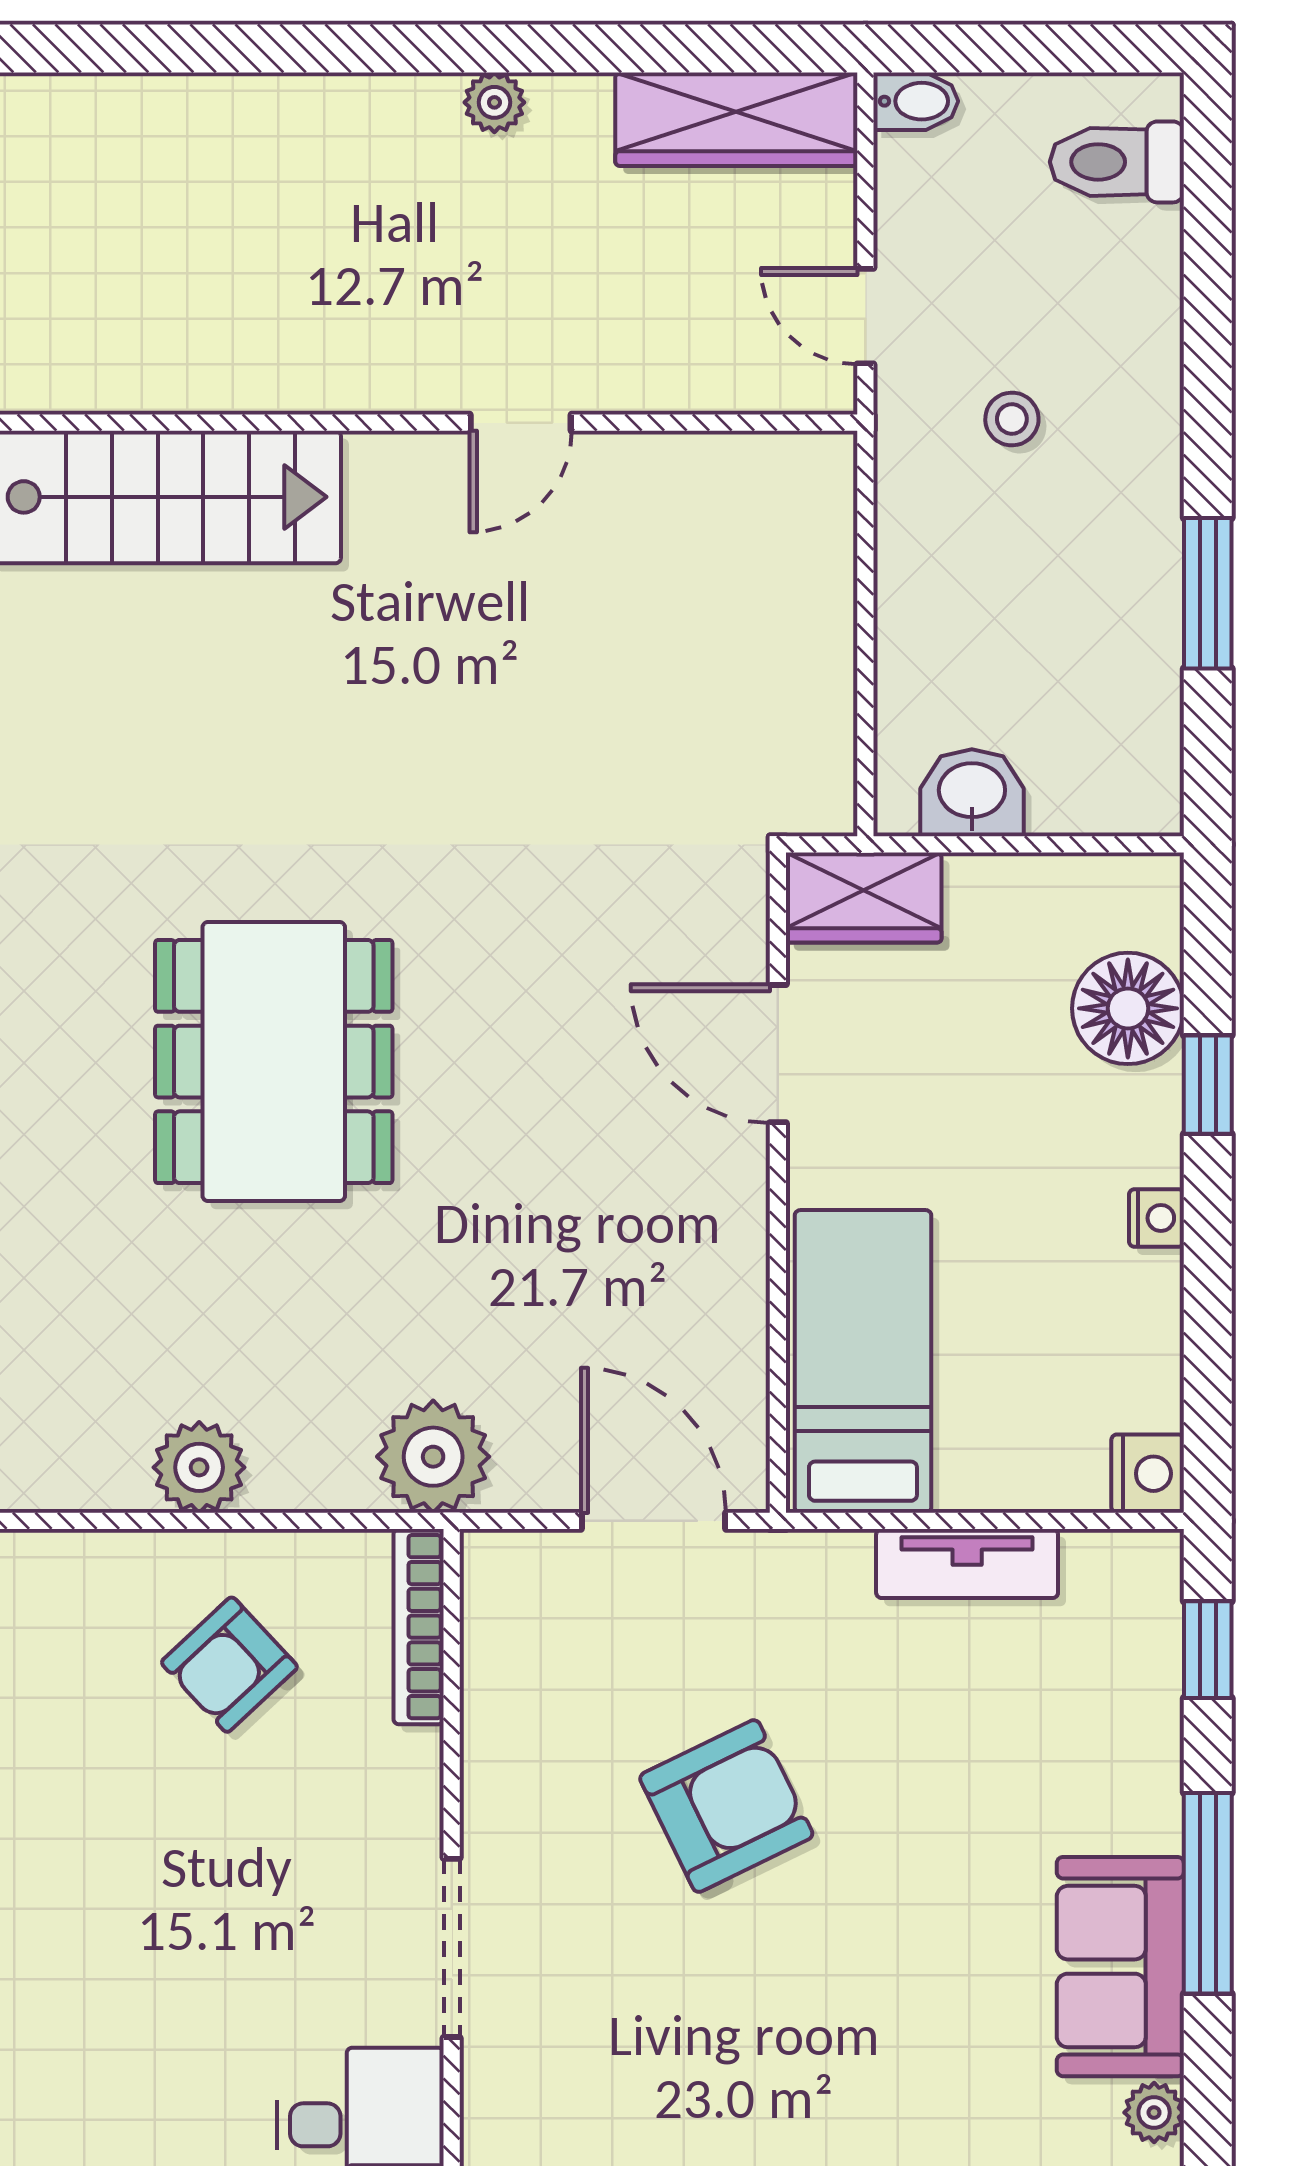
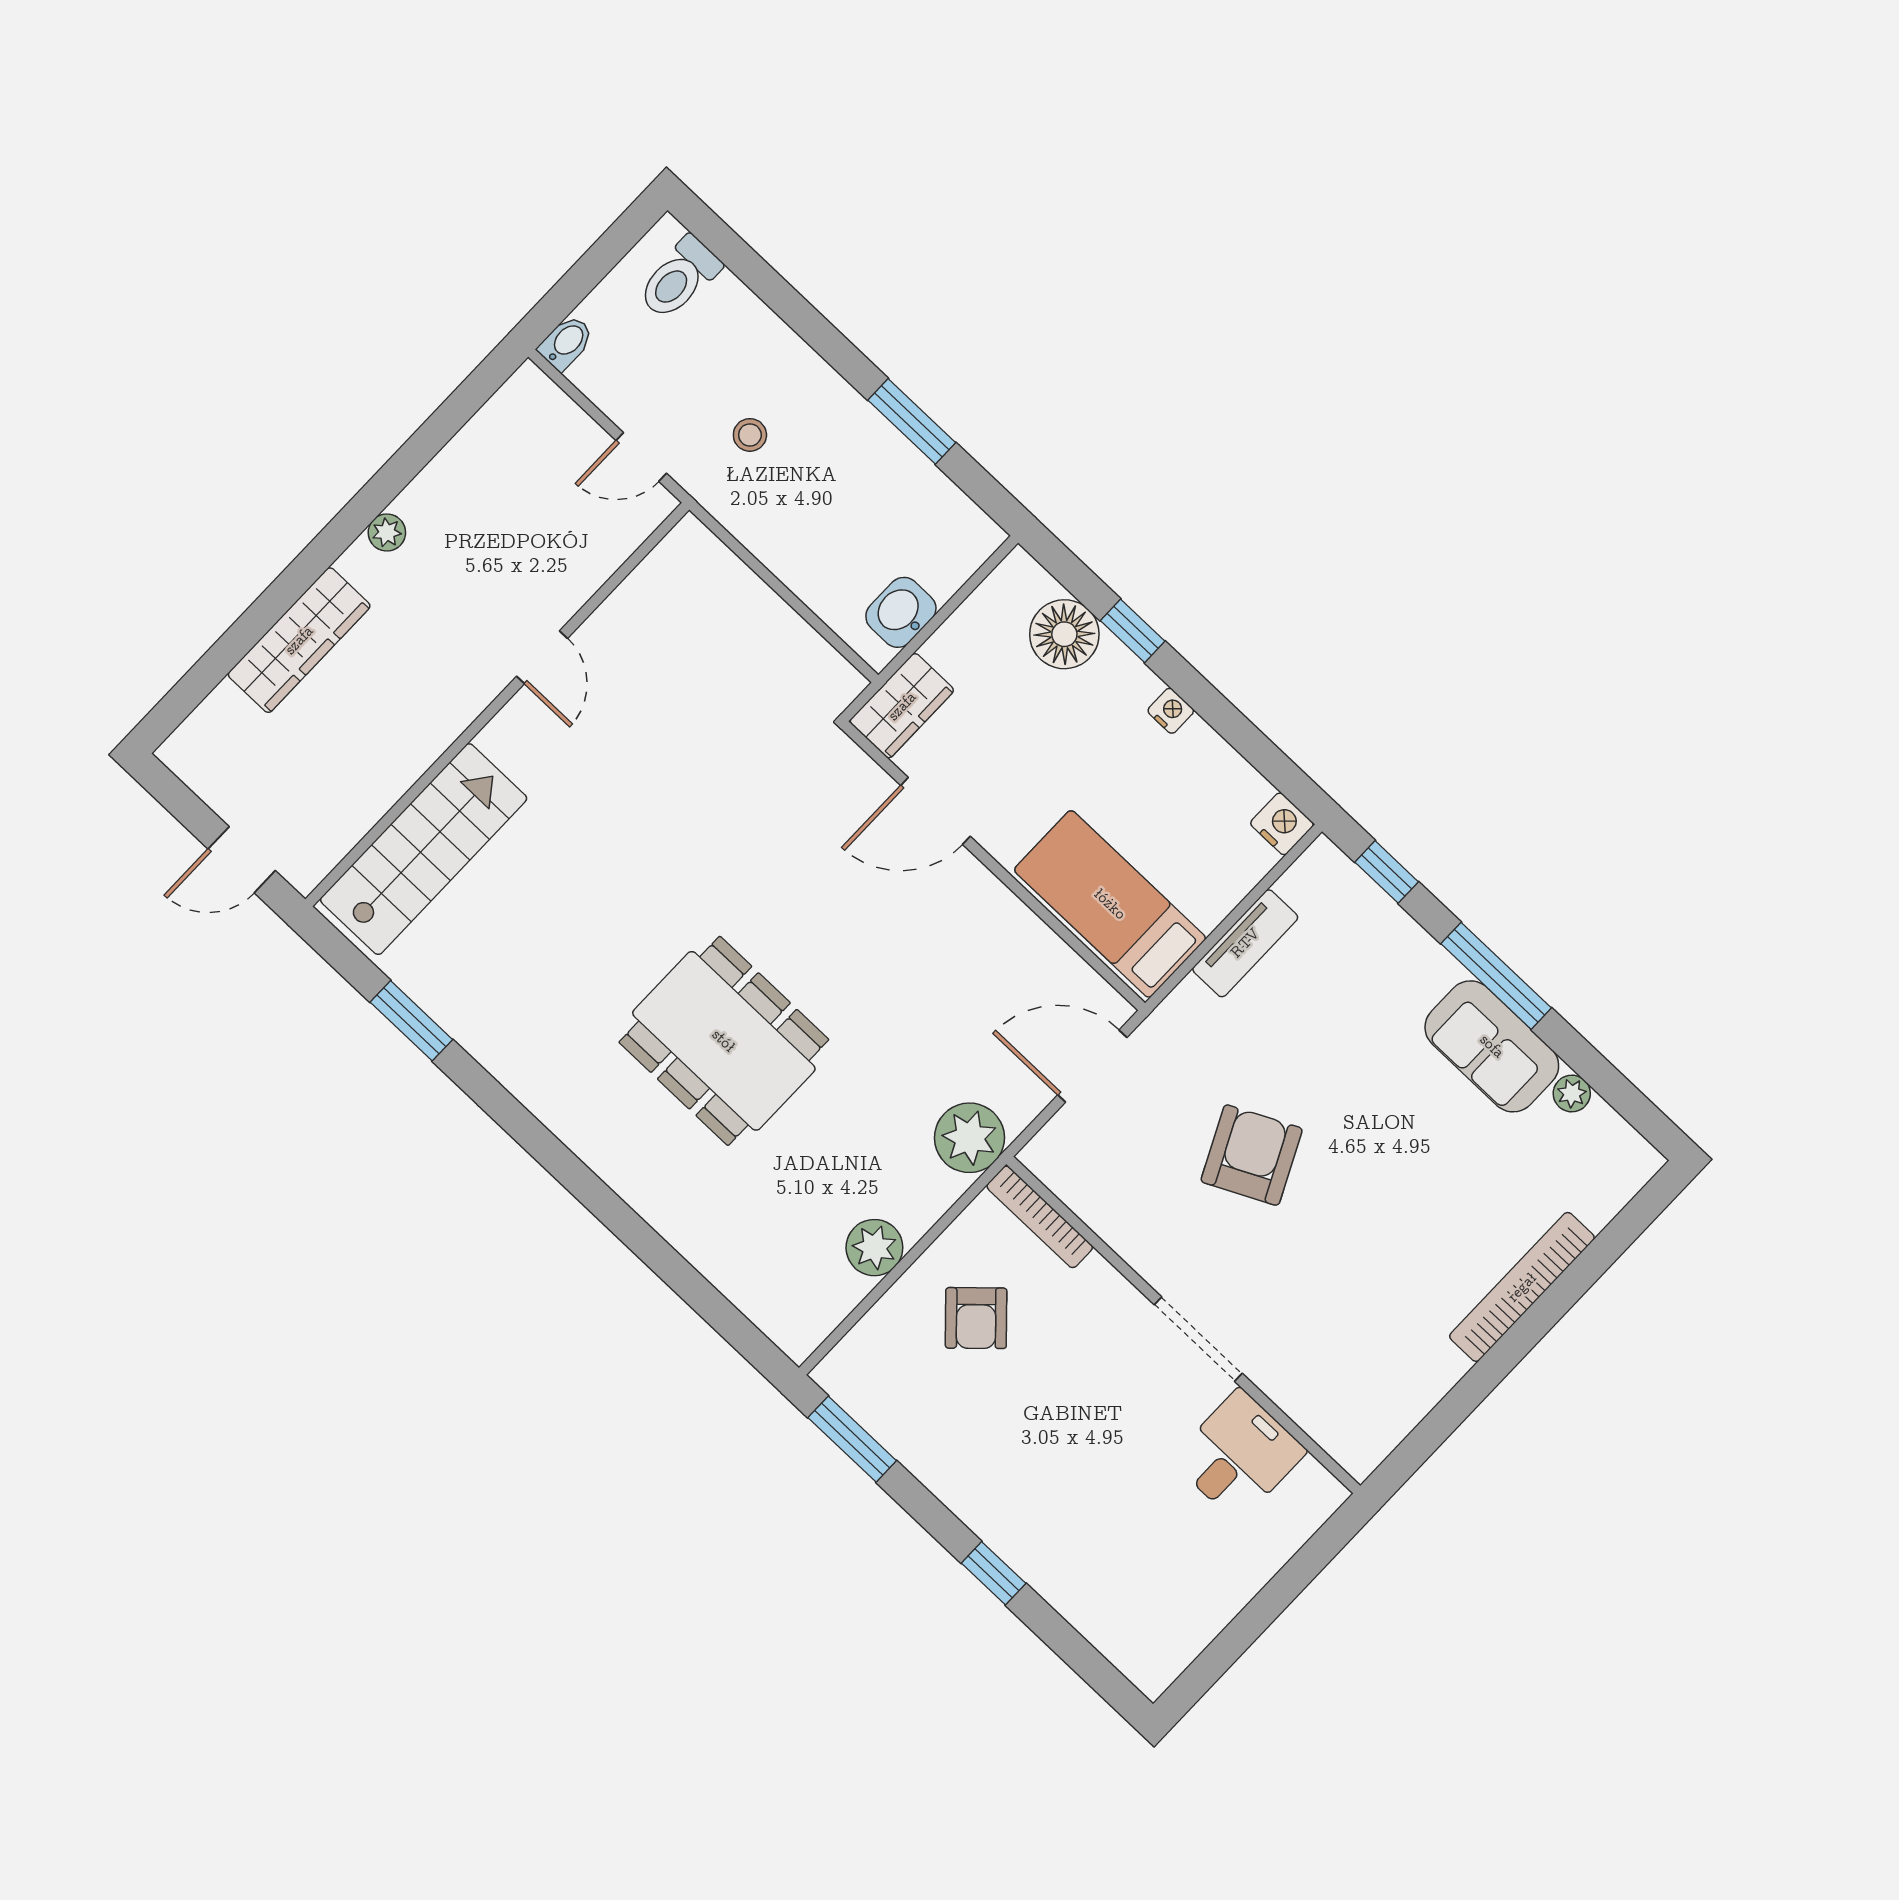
wardrobe: (736, 119) -> (299, 640), moved

